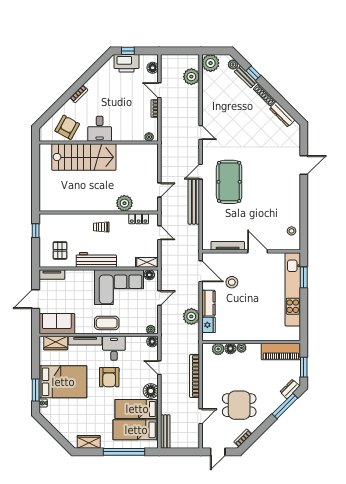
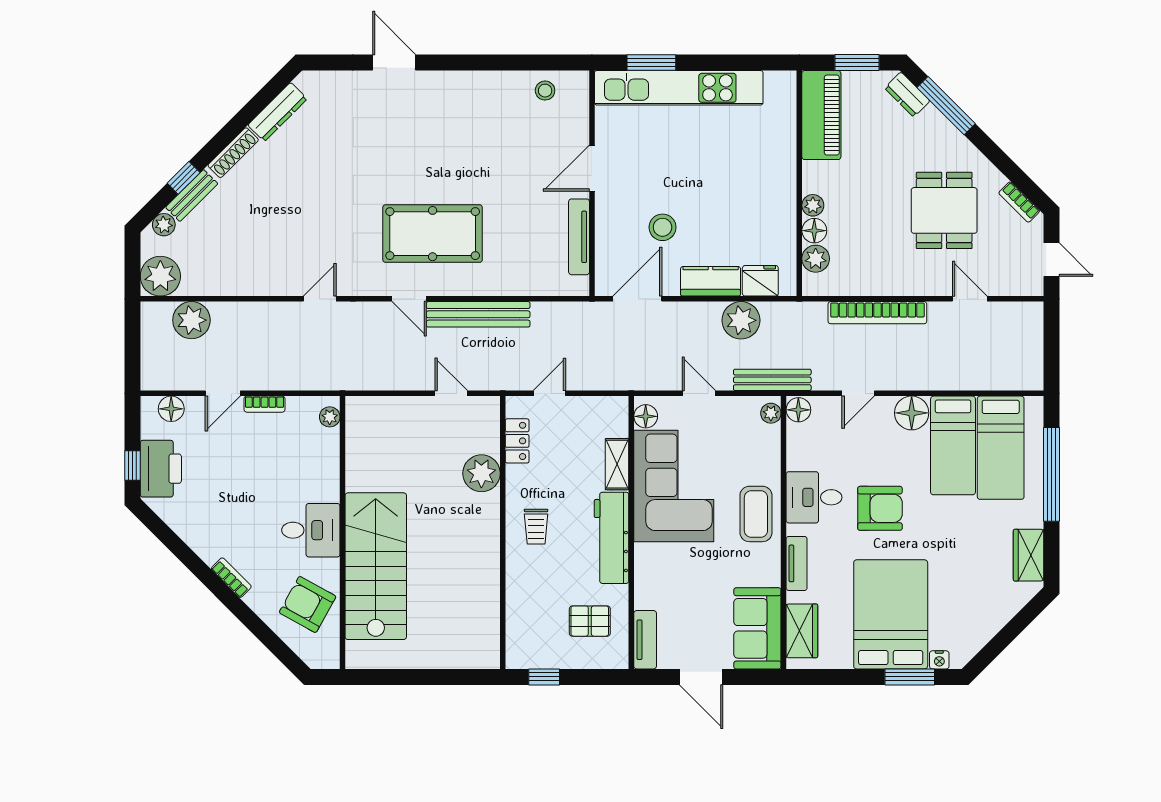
shelving: (147, 262) -> (617, 464), moved
tv unit: (85, 341) -> (797, 563), width x0.71
bench: (165, 432) -> (772, 380), moved

